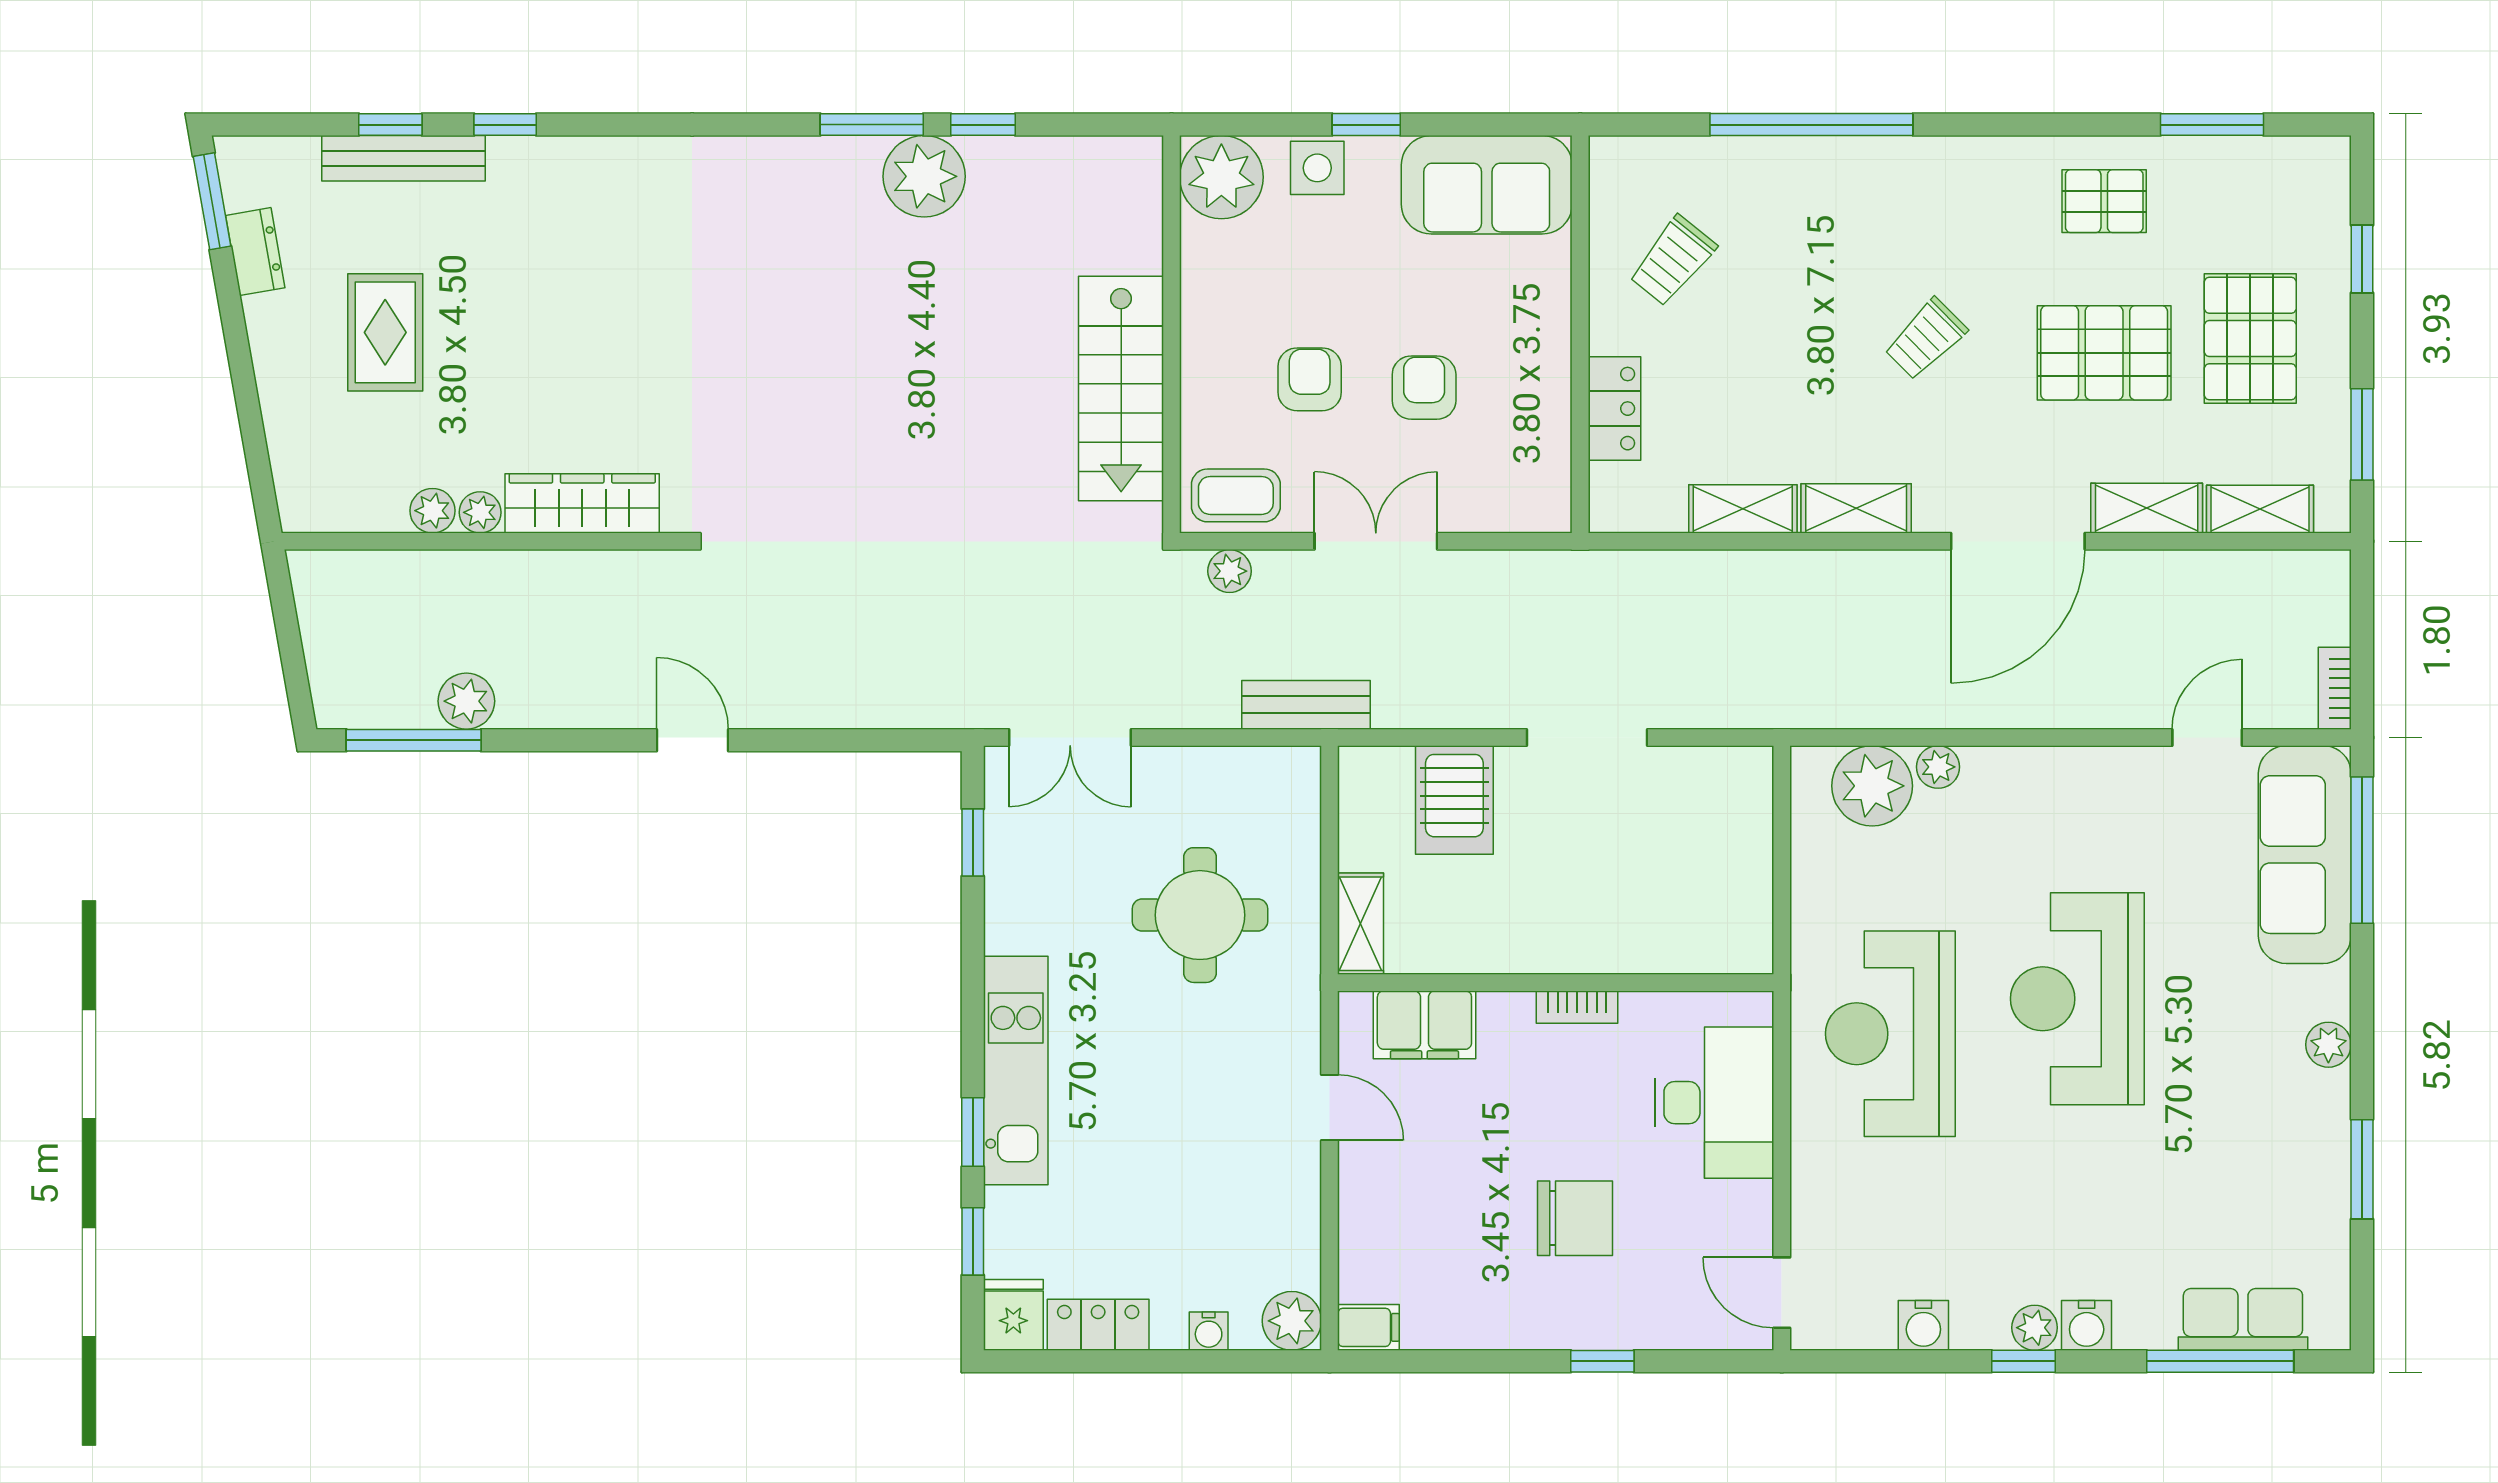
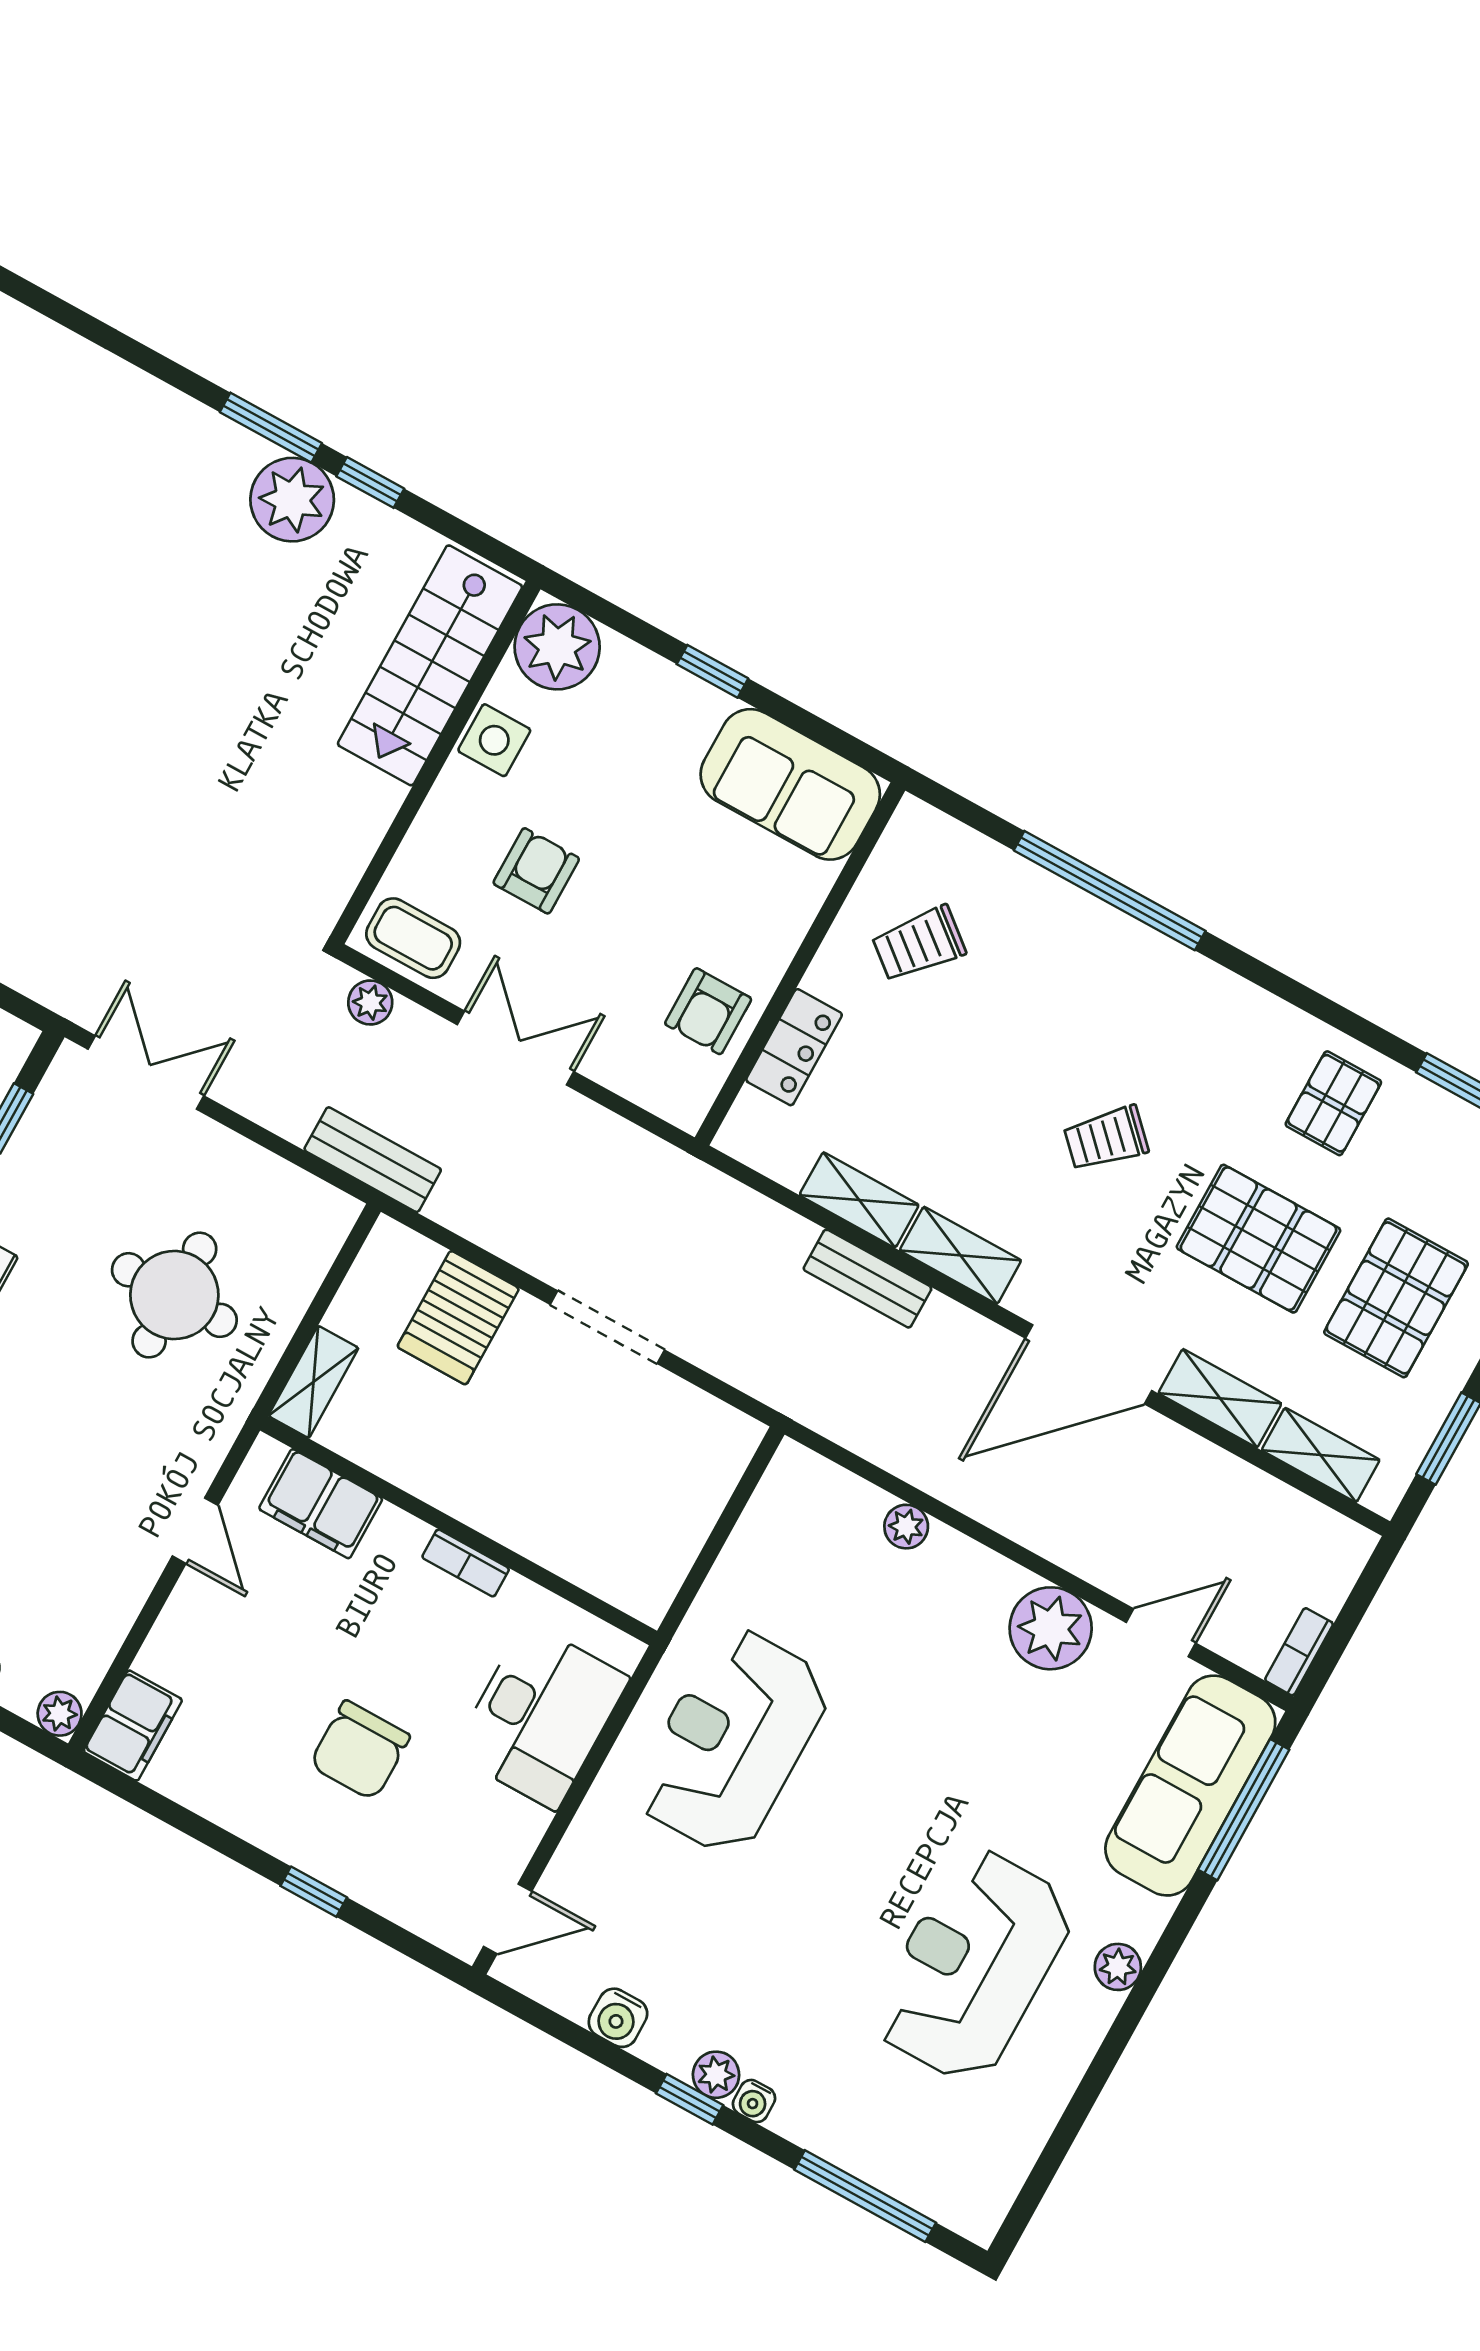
side table: (1317, 168) -> (494, 740), moved
pallet: (2104, 201) -> (1333, 1103), turned 90
stairs: (1121, 388) -> (430, 665), moved
armchair: (1424, 388) -> (708, 1011), moved, turned 180
bench: (1787, 572) -> (867, 1279), added
double door: (1070, 737) -> (146, 1072), swing flipped
plant: (1872, 786) -> (1051, 1628), moved
reception desk: (2077, 999) -> (972, 1965), moved
window: (2362, 1169) -> (1086, 2095), removed
chair: (1575, 1218) -> (360, 1750), turned 90
door: (1782, 1293) -> (508, 1919), swing flipped
row of seats: (2243, 1319) -> (906, 2170), removed
plant: (1292, 1321) -> (60, 1714), width x0.73, depth x0.73
water cooler: (2087, 1325) -> (754, 2101), width x0.72, depth x0.72
filing cabinet: (1368, 1327) -> (133, 1726), width x2.00

